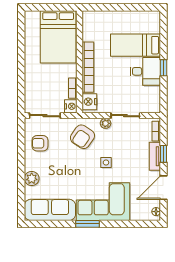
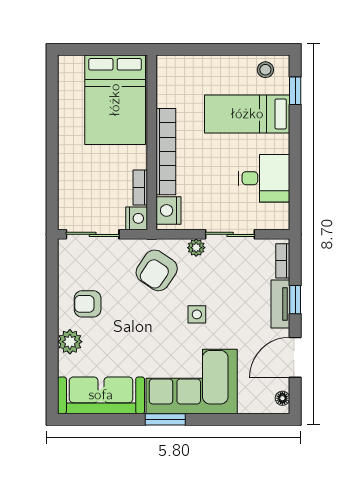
stool: (146, 19) -> (265, 70), added
window: (163, 68) -> (295, 91), moved
desk: (145, 71) -> (264, 178), moved
armchair: (40, 143) -> (88, 304), moved

